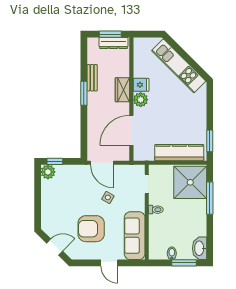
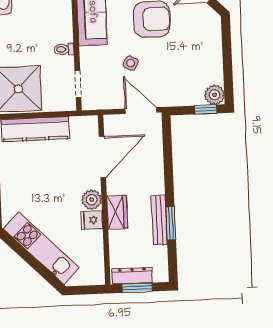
bench: (92, 78) -> (159, 220), width x1.36
window: (84, 93) -> (171, 223), moved

